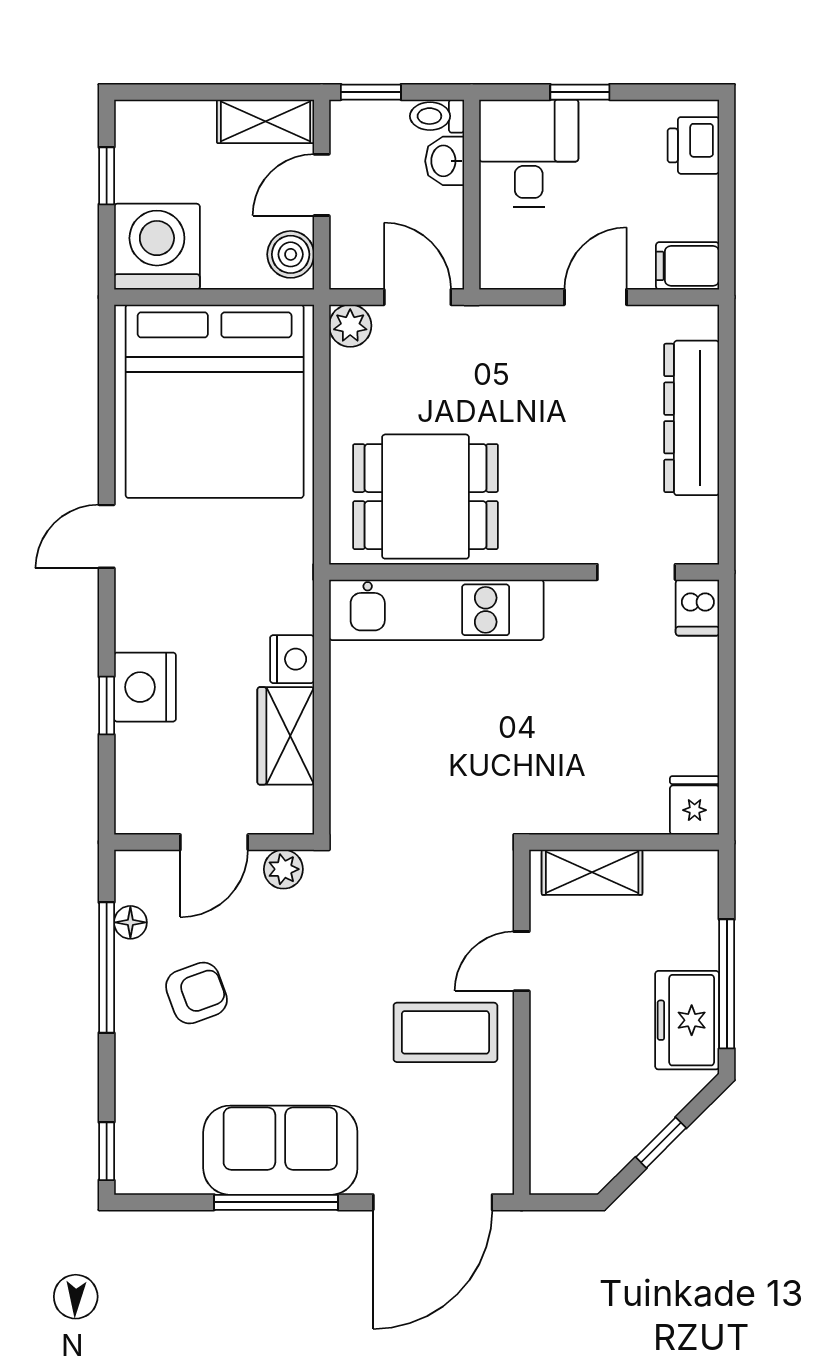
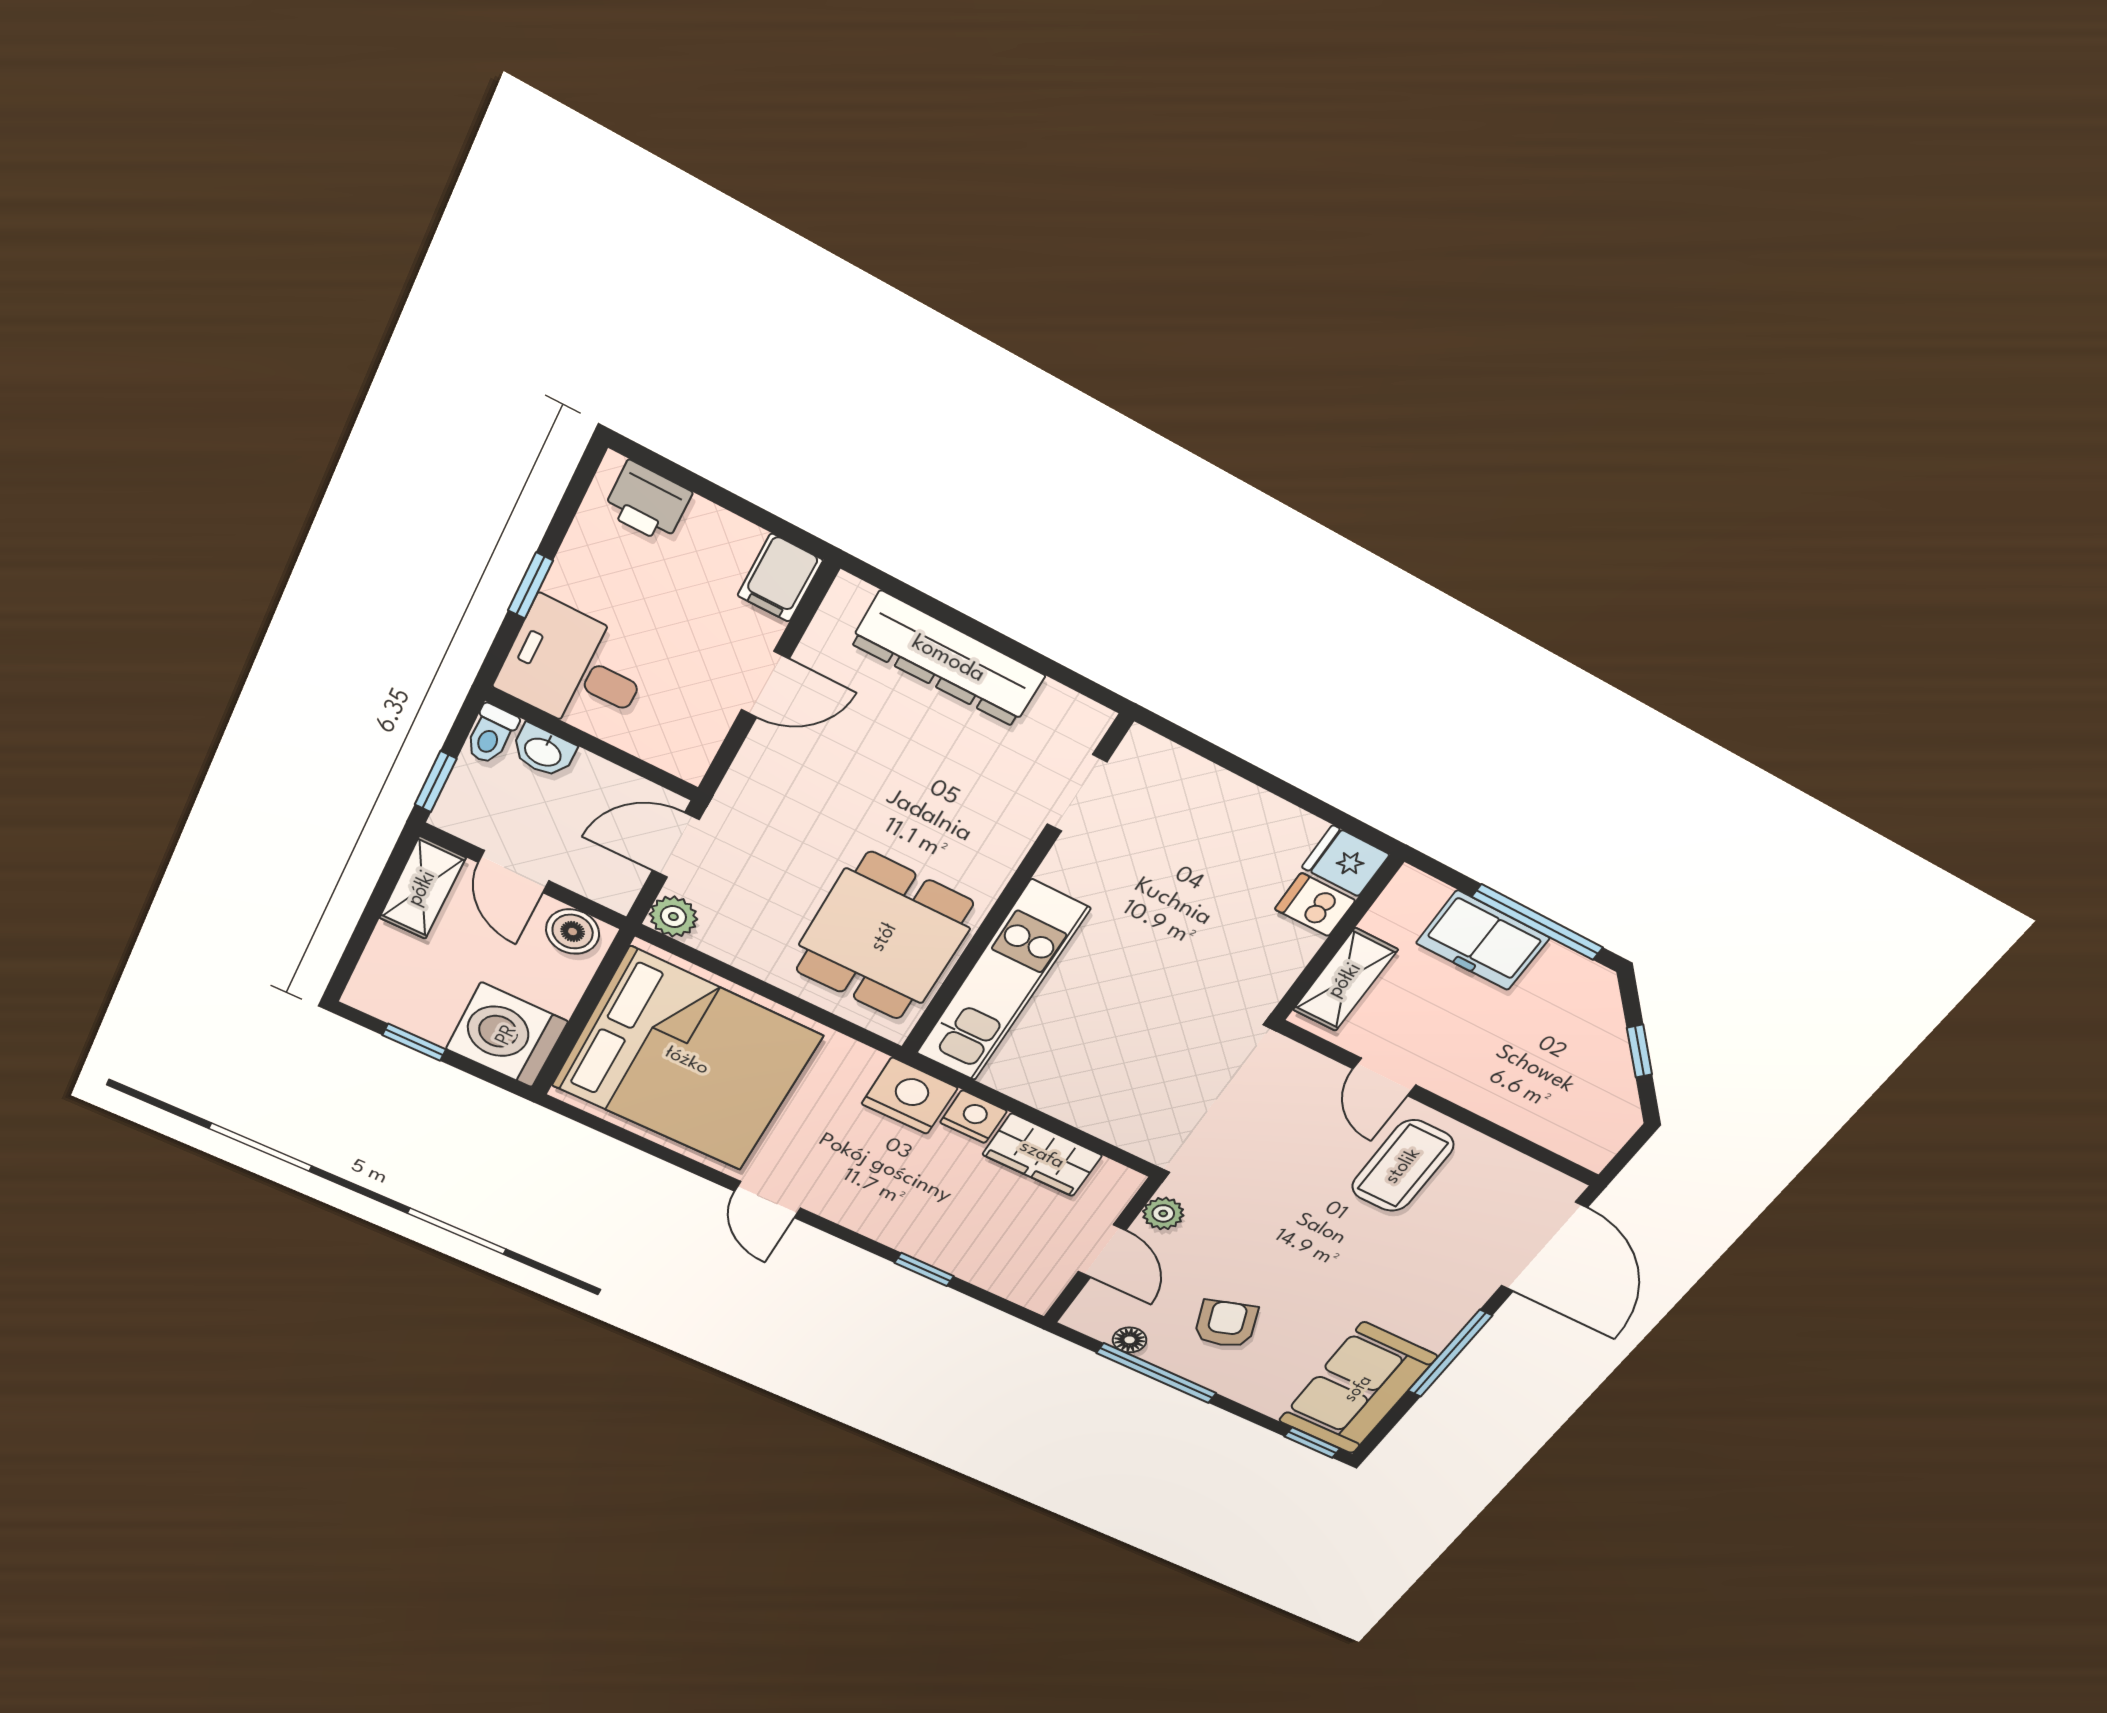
door: (595, 297) -> (765, 684), swing flipped
dishwasher: (697, 608) -> (1315, 905), moved, turned 180
nightstand: (145, 687) -> (909, 1096), moved, turned 180
freezer: (687, 1020) -> (1483, 940), moved
sofa: (280, 1150) -> (1358, 1389), moved

